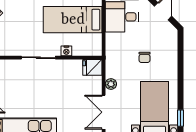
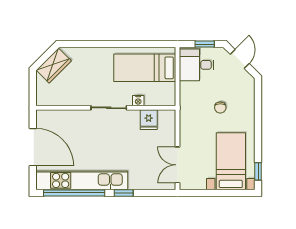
fridge: (92, 67) -> (149, 120), moved, turned -90
plant: (111, 84) -> (185, 135), removed

